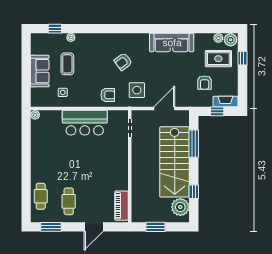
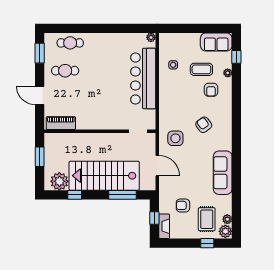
sofa: (40, 71) -> (216, 42), moved
armchair: (108, 95) -> (211, 90), moved
bar counter: (85, 123) -> (143, 79), width x1.36

